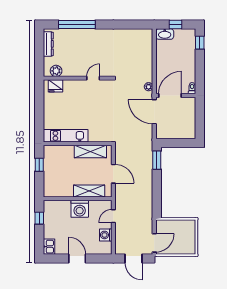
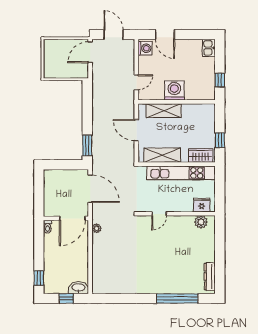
plant: (56, 71) -> (201, 222), moved
wall: (78, 78) -> (177, 214), moved
door: (93, 78) -> (159, 214), moved
fridge: (55, 86) -> (202, 205), moved
door: (154, 112) -> (90, 189), moved
kitchen unit: (66, 136) -> (181, 173), width x1.36
wardrobe: (56, 151) -> (201, 156), added
washing machine: (106, 235) -> (145, 48), moved
door: (77, 258) -> (165, 34), moved

